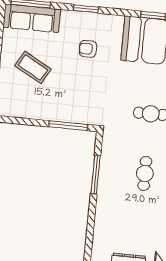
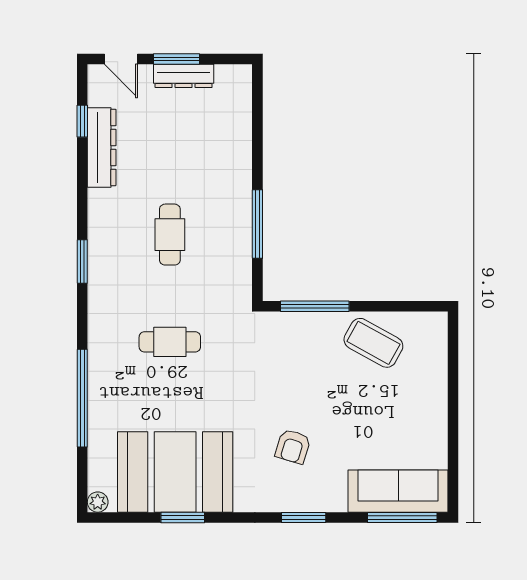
armchair: (88, 49) -> (293, 446), turned 107
coffee table: (33, 68) -> (373, 343), moved

